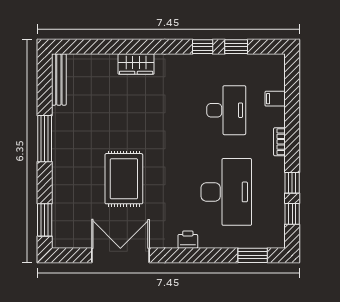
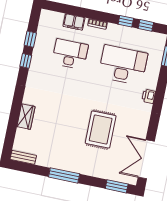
wardrobe: (136, 64) -> (26, 117), moved
bench: (59, 79) -> (23, 157), width x0.73
filing cabinet: (275, 99) -> (74, 22), width x2.00
rug: (124, 179) -> (101, 130), turned 90
double door: (120, 255) -> (146, 159), moved

